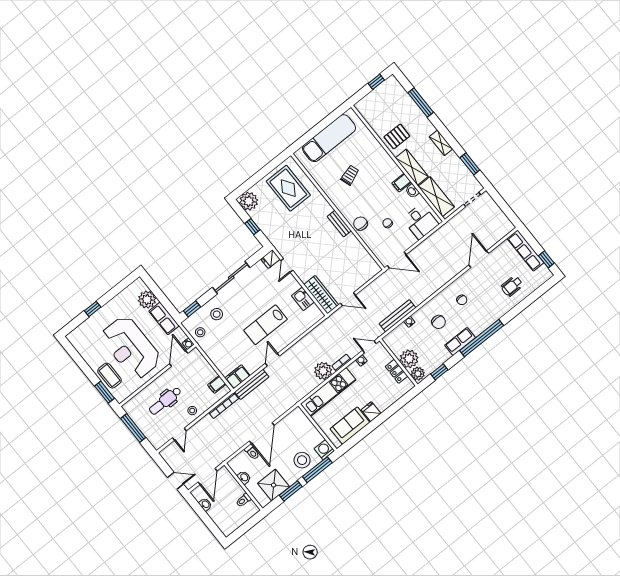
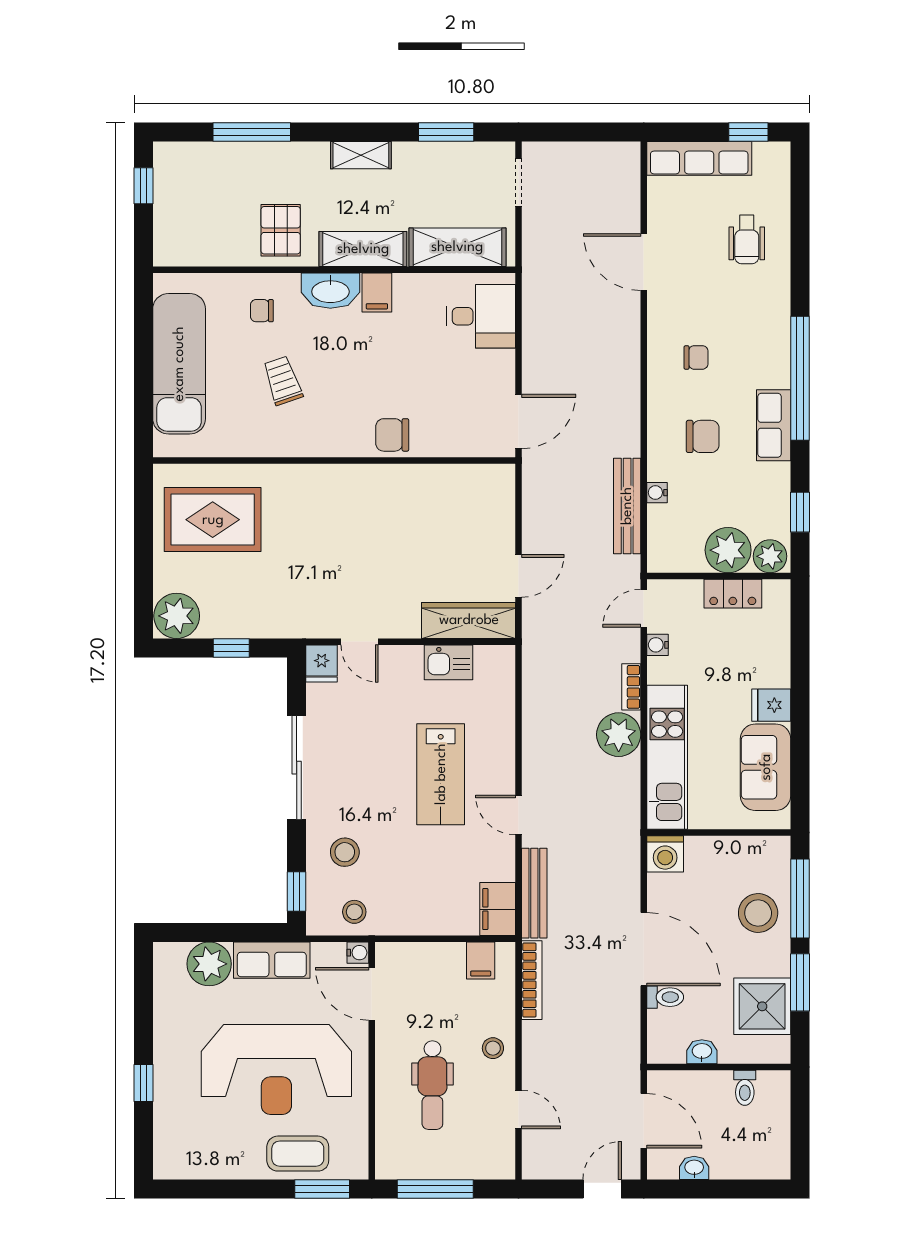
washbasin: (412, 191) -> (330, 291), moved, width x1.91, depth x1.45
chair: (388, 223) -> (262, 311), moved
bench: (339, 224) -> (360, 476), removed
washing machine: (324, 450) -> (665, 854), moved, turned -90

